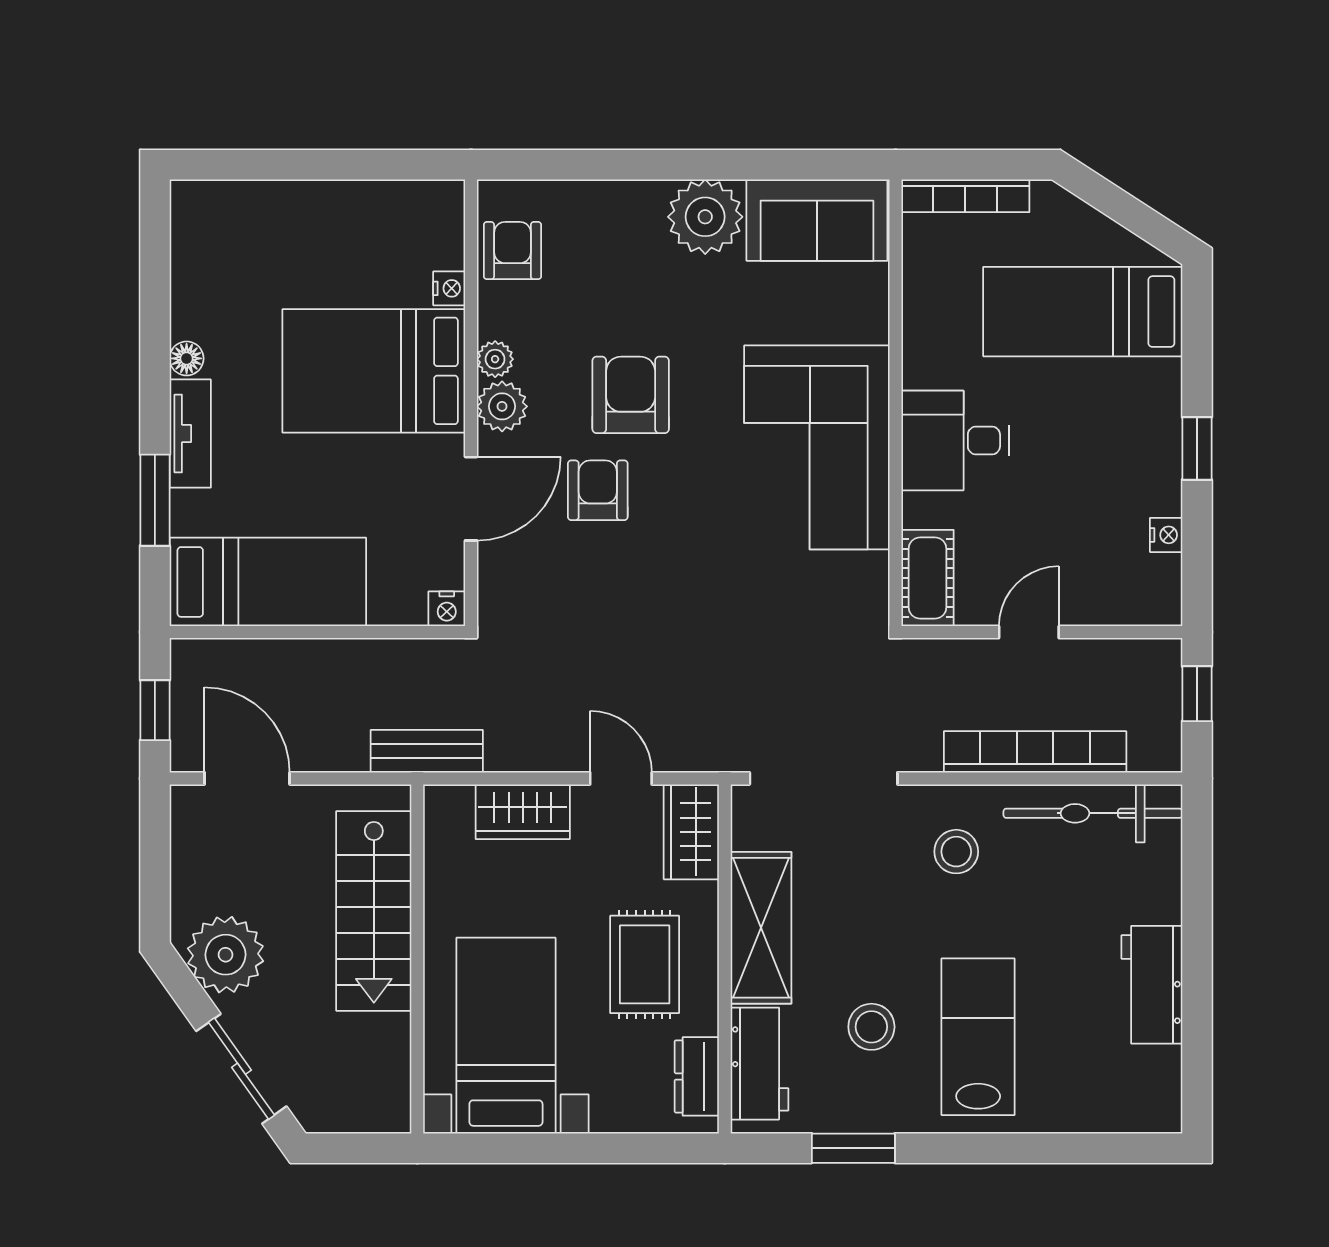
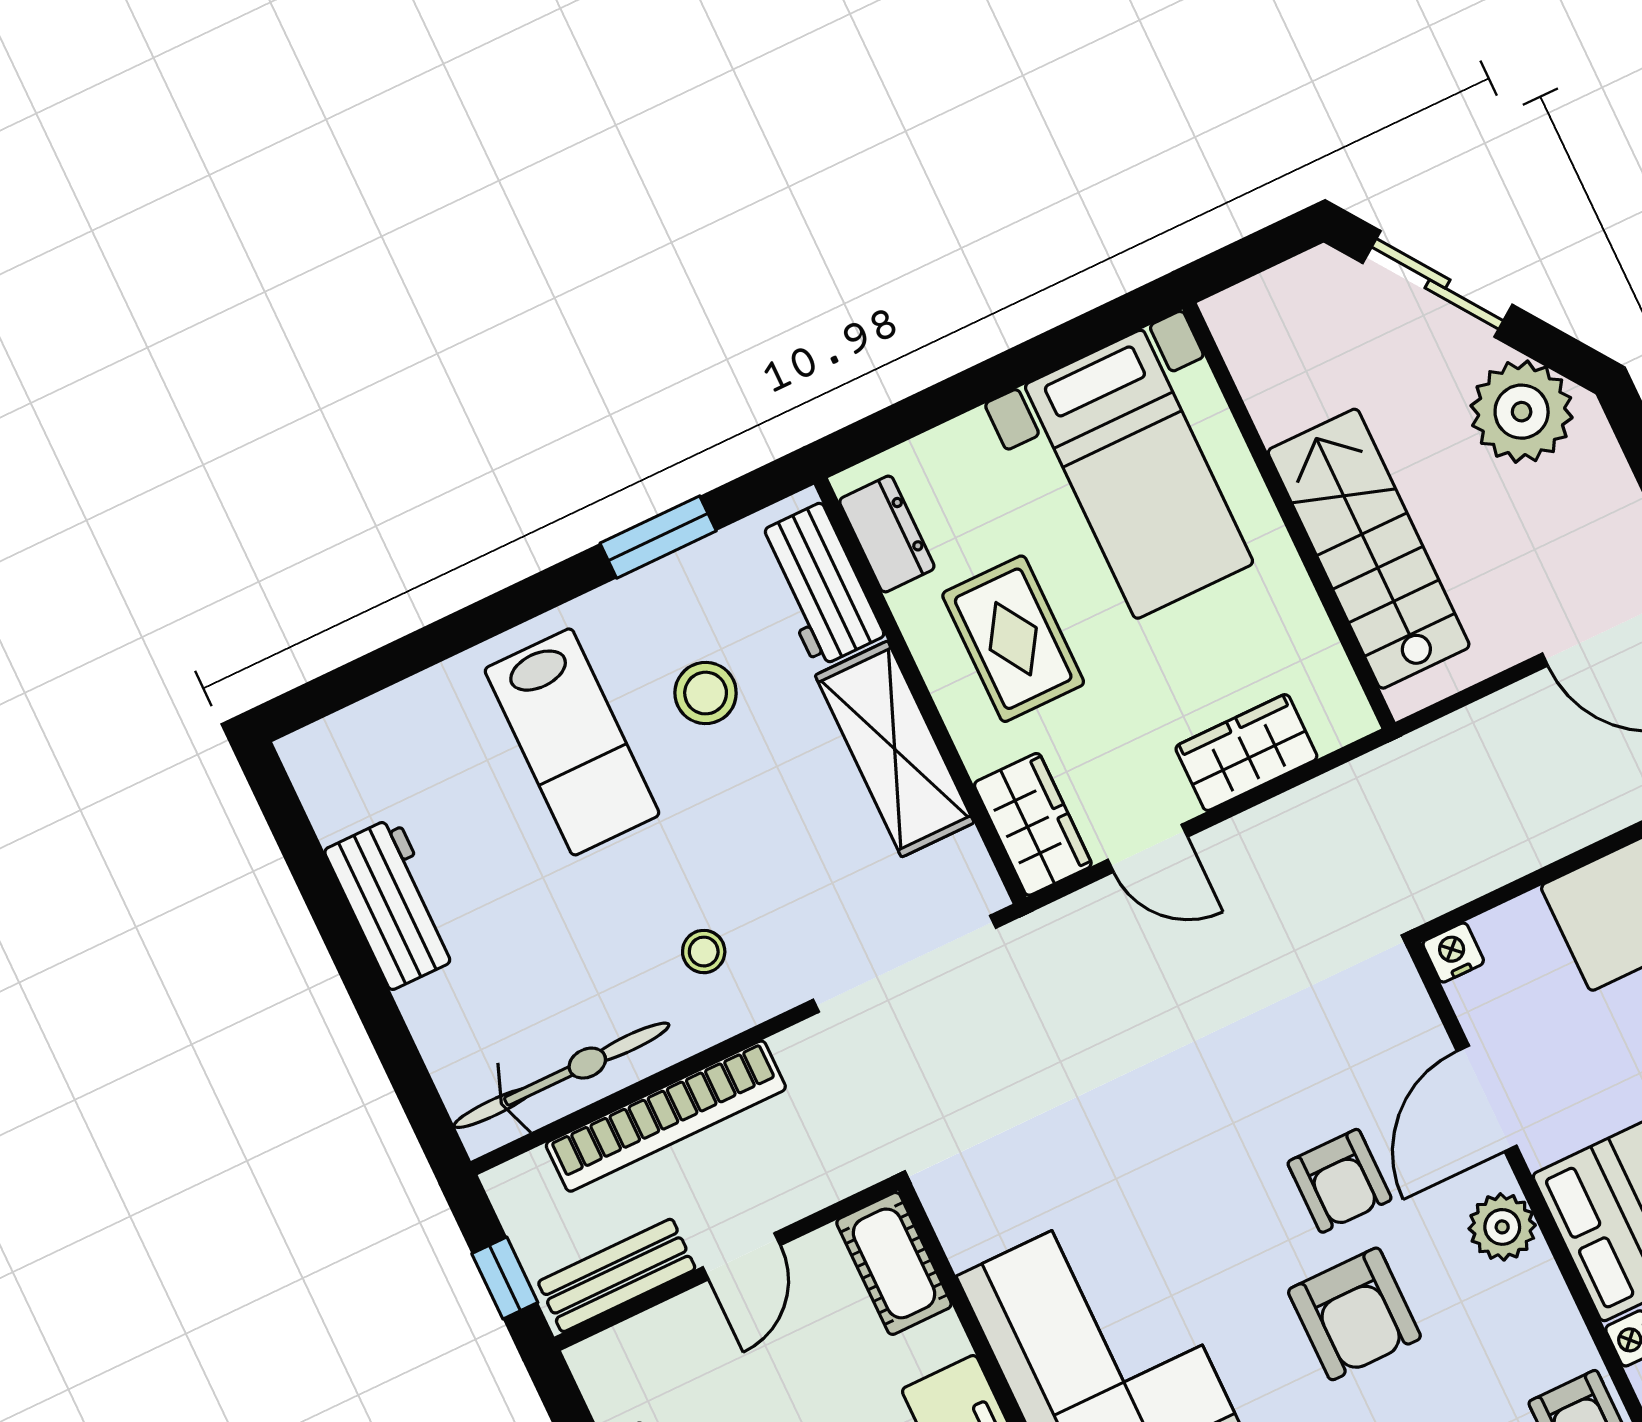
plant: (495, 359) -> (1537, 1280), removed
bench: (427, 751) -> (617, 1275), moved
stool: (956, 852) -> (704, 952), width x0.73, depth x0.73

